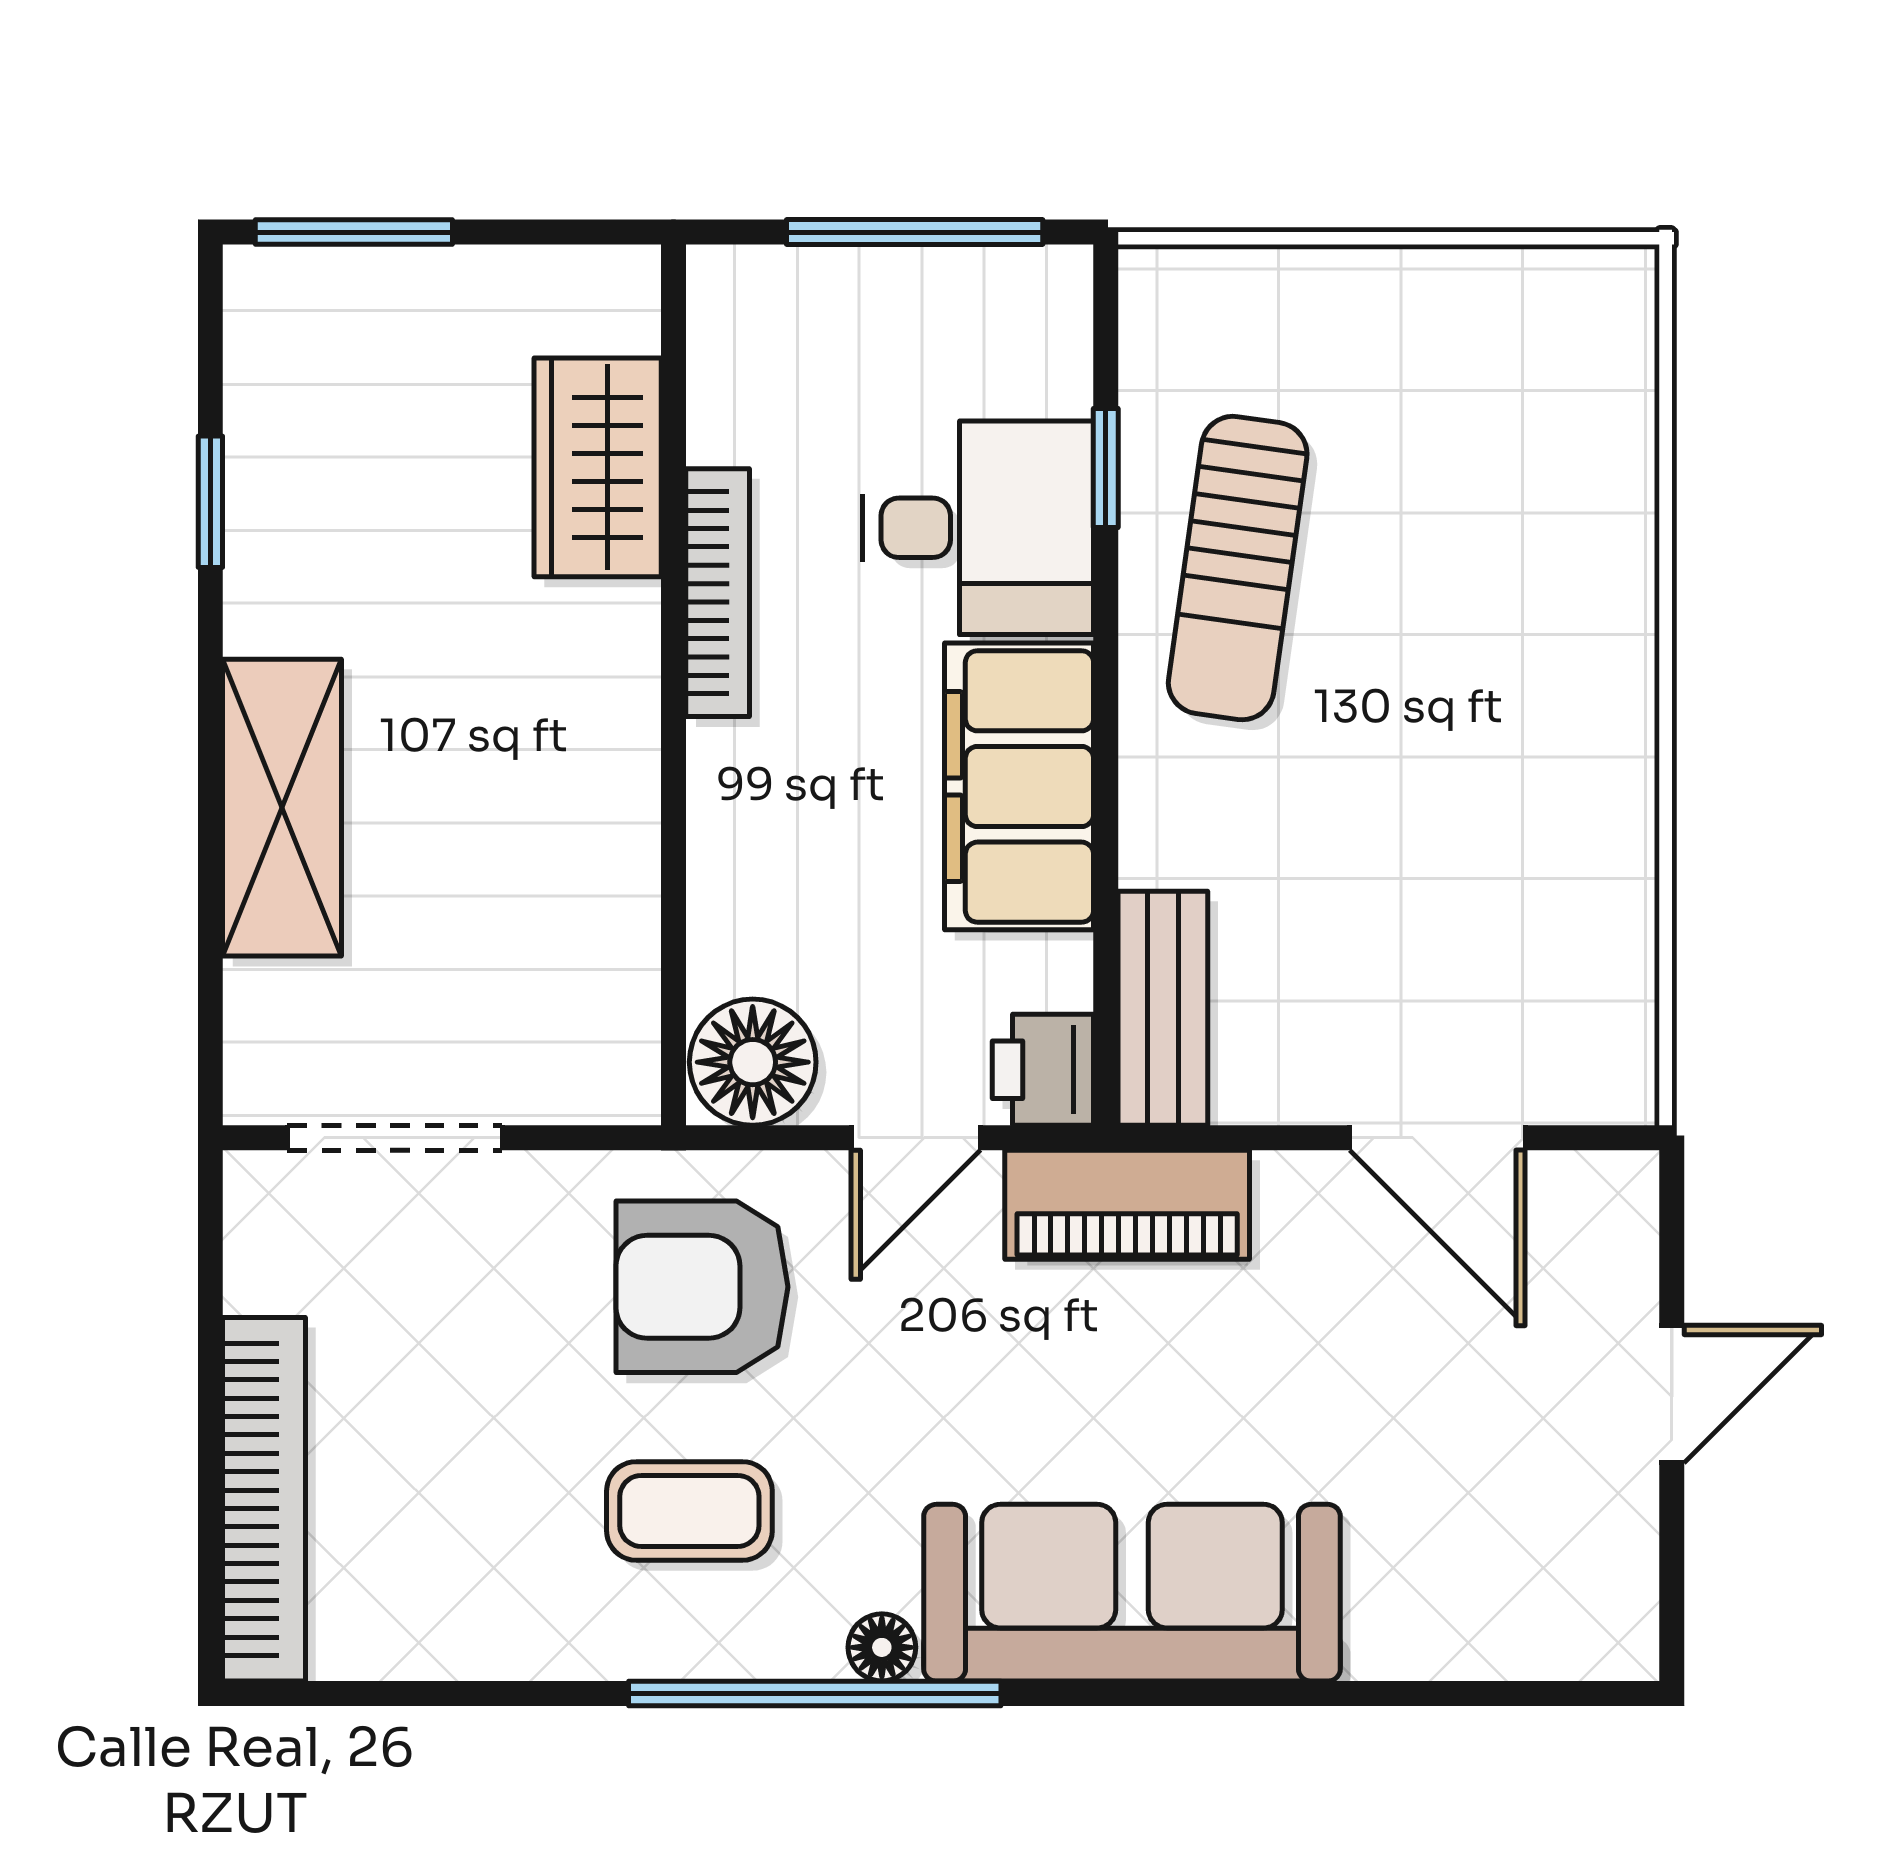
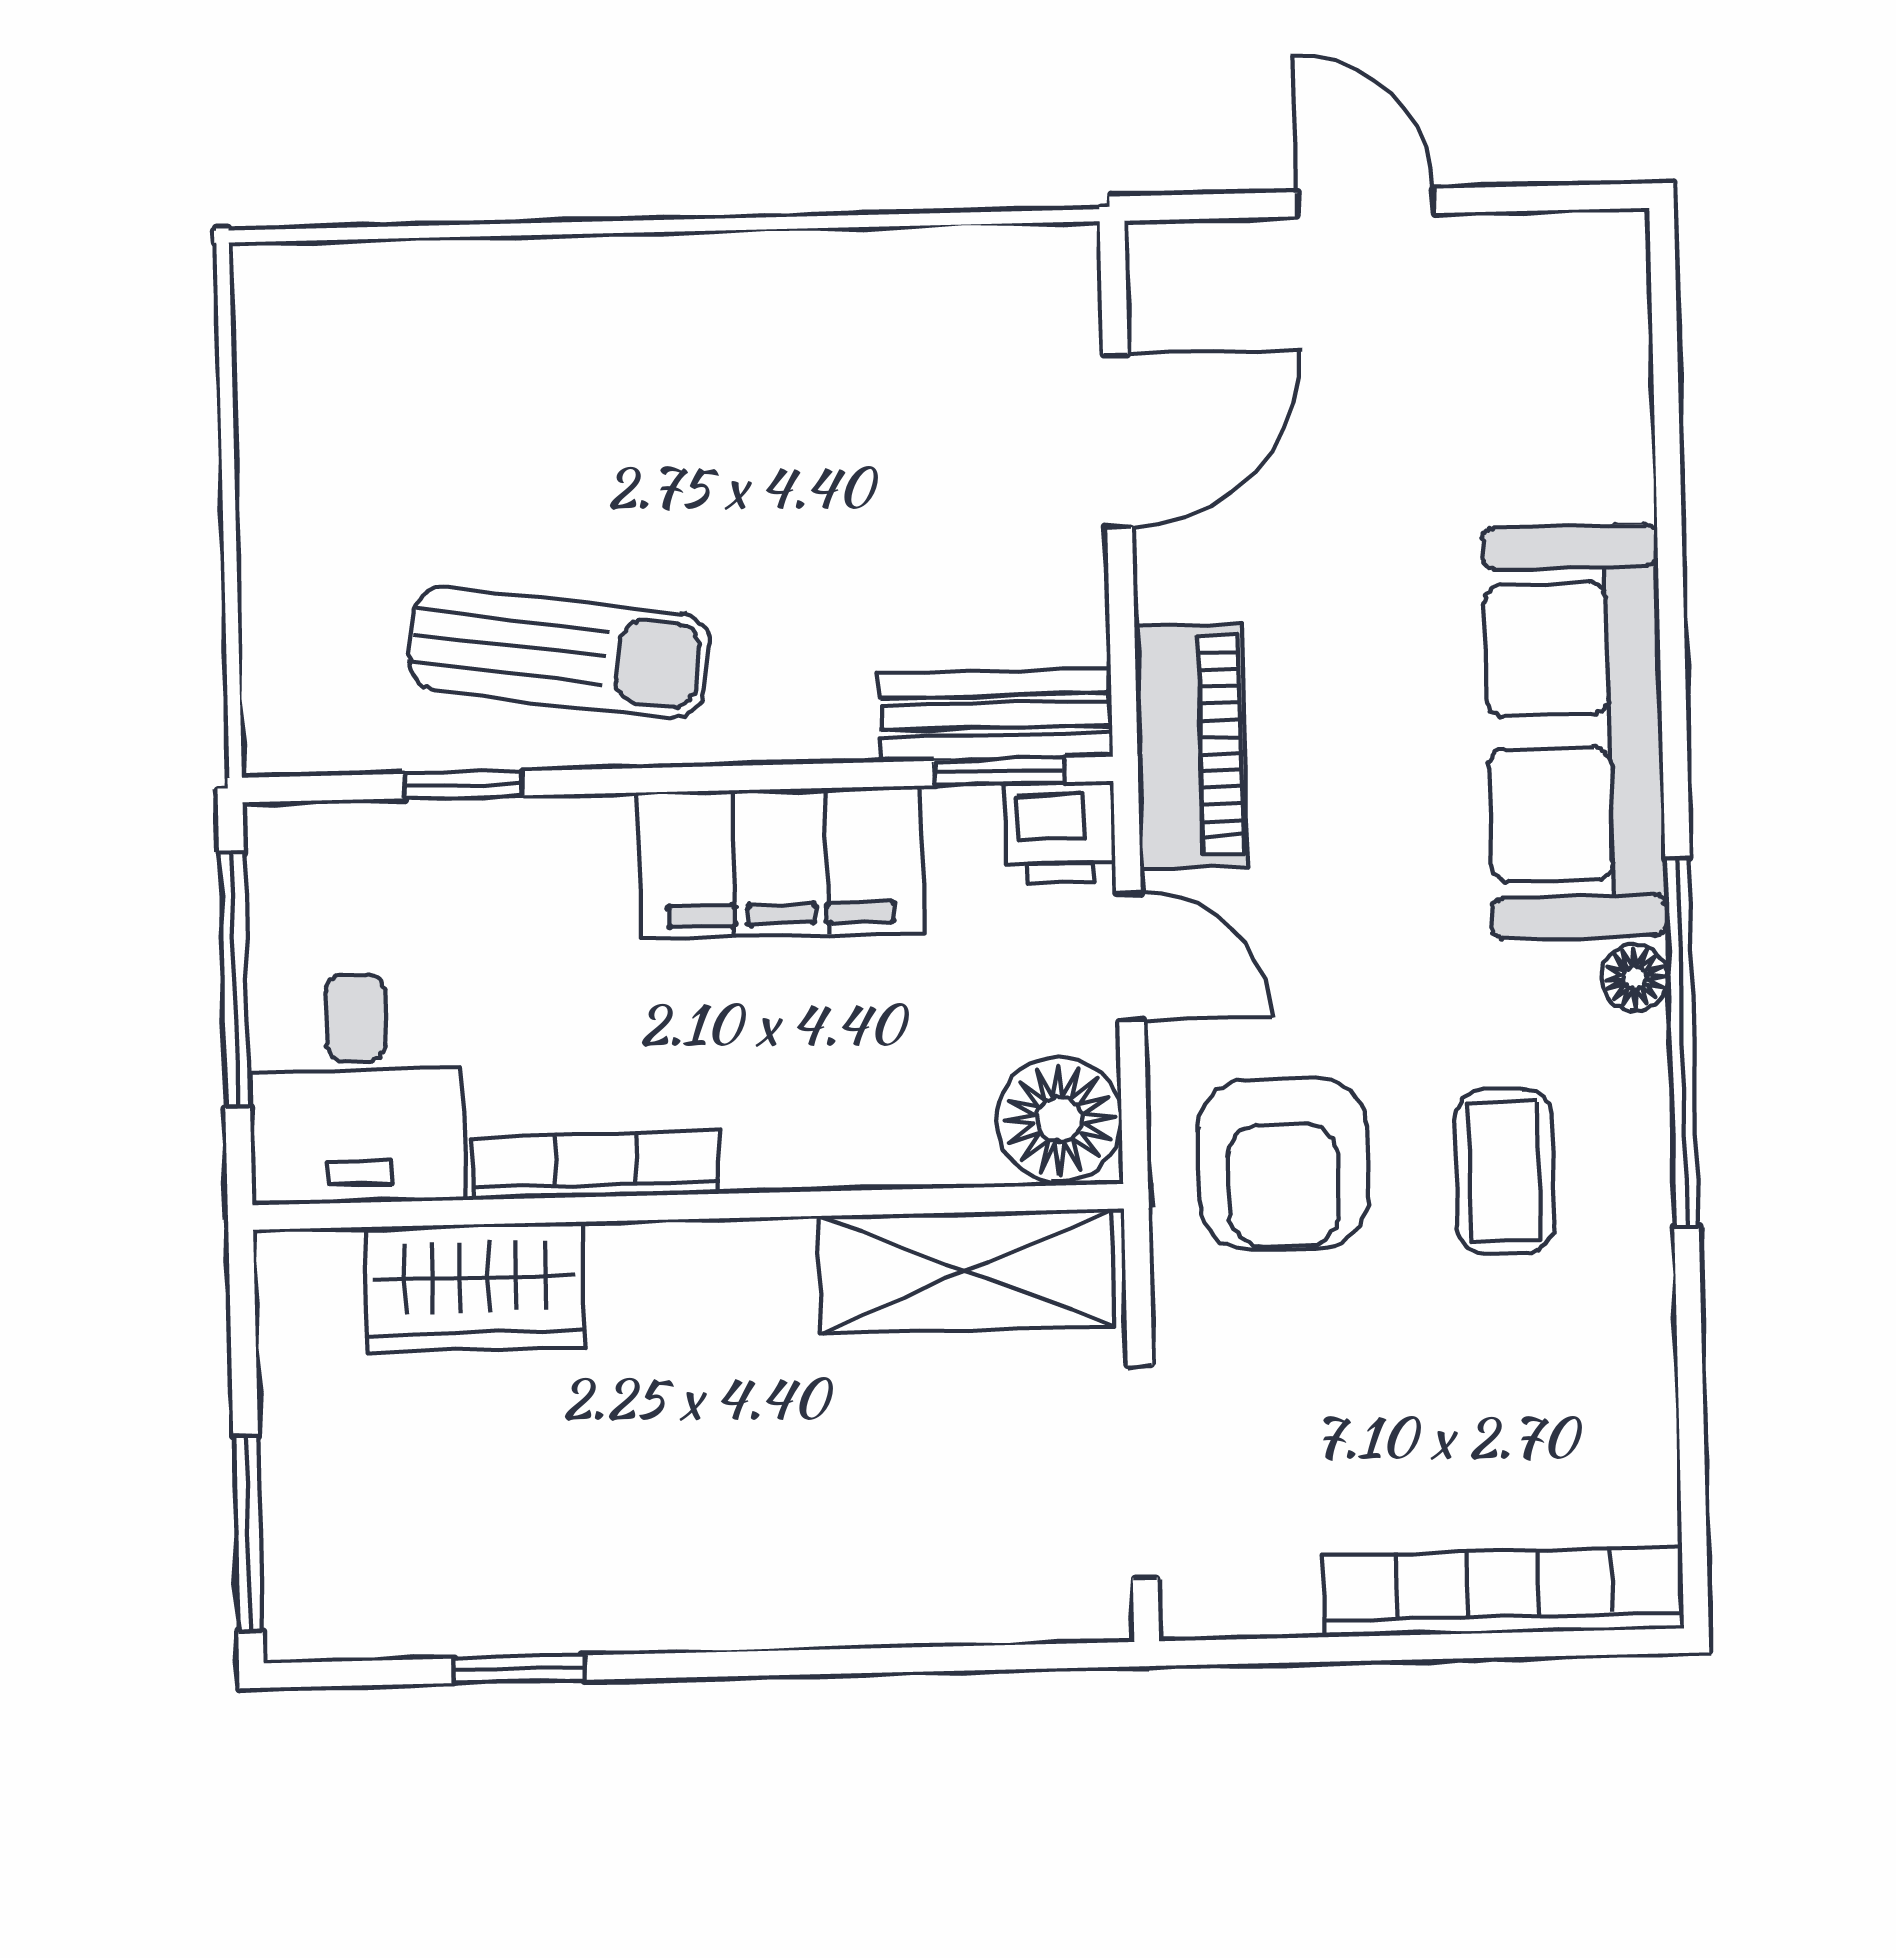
desk: (978, 528) -> (357, 1089), moved, turned 180
shelving: (282, 808) -> (967, 1271), moved
window: (1106, 1010) -> (999, 772), added

